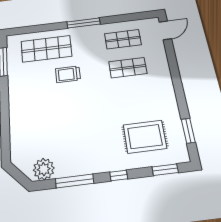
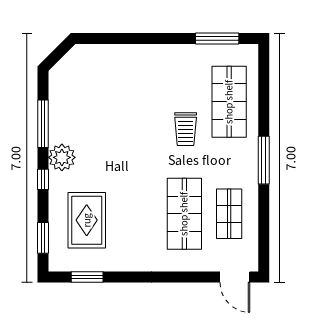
shop shelf: (128, 68) -> (184, 214), width x1.43, depth x1.36
trolley: (68, 74) -> (186, 129), turned 180
plant: (44, 169) -> (62, 157), moved

